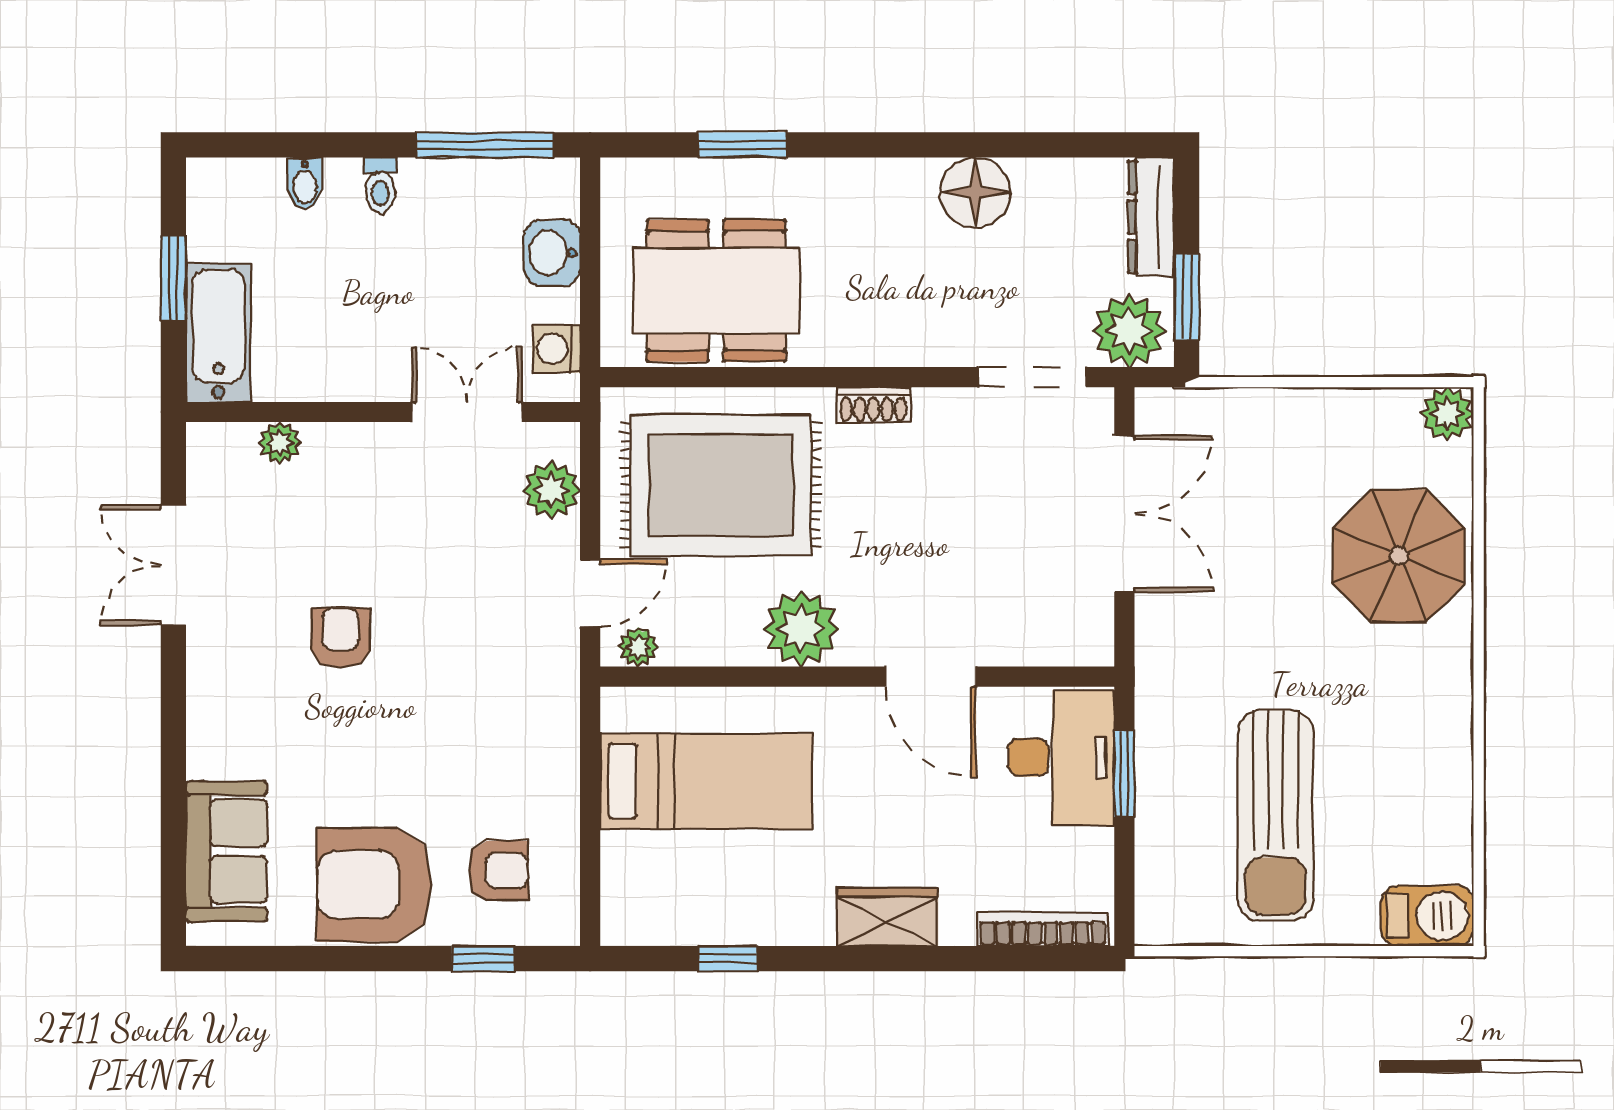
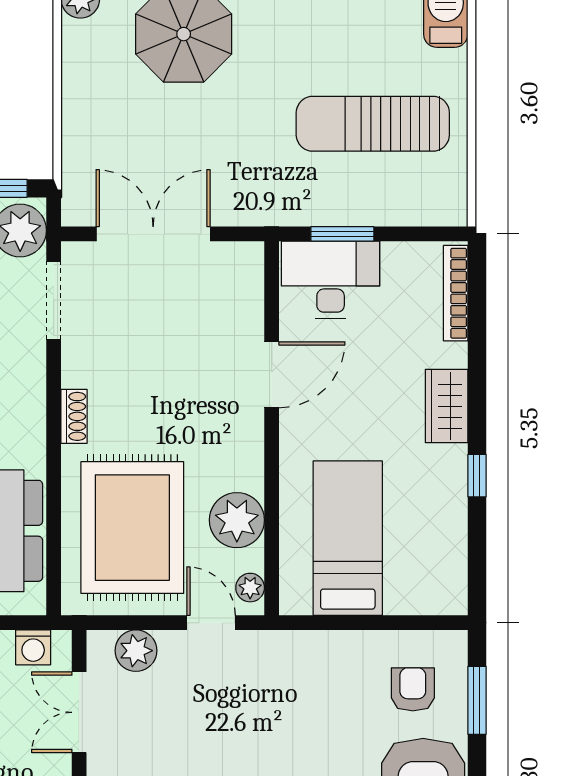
plant: (801, 629) -> (237, 520), moved
sun lounger: (1276, 815) -> (373, 124), turned 180
window: (483, 959) -> (477, 700), width x1.50
window: (728, 959) -> (477, 476), moved

